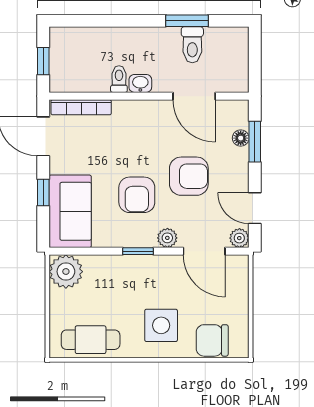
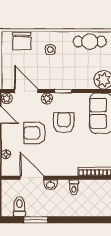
toilet: (192, 45) -> (19, 206), moved
washbasin: (140, 83) -> (50, 185), moved
side table: (161, 325) -> (50, 50), width x0.54, depth x0.54
chair: (212, 340) -> (22, 41), turned 90

